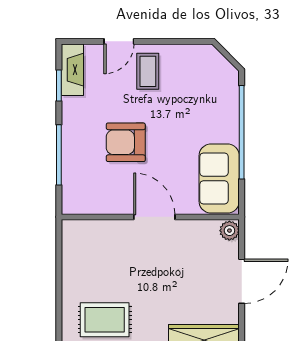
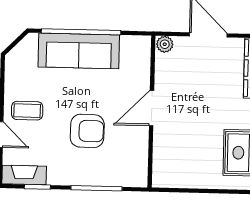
armchair: (126, 142) -> (87, 131), turned -89
sofa: (219, 178) -> (79, 51), moved, width x1.36

